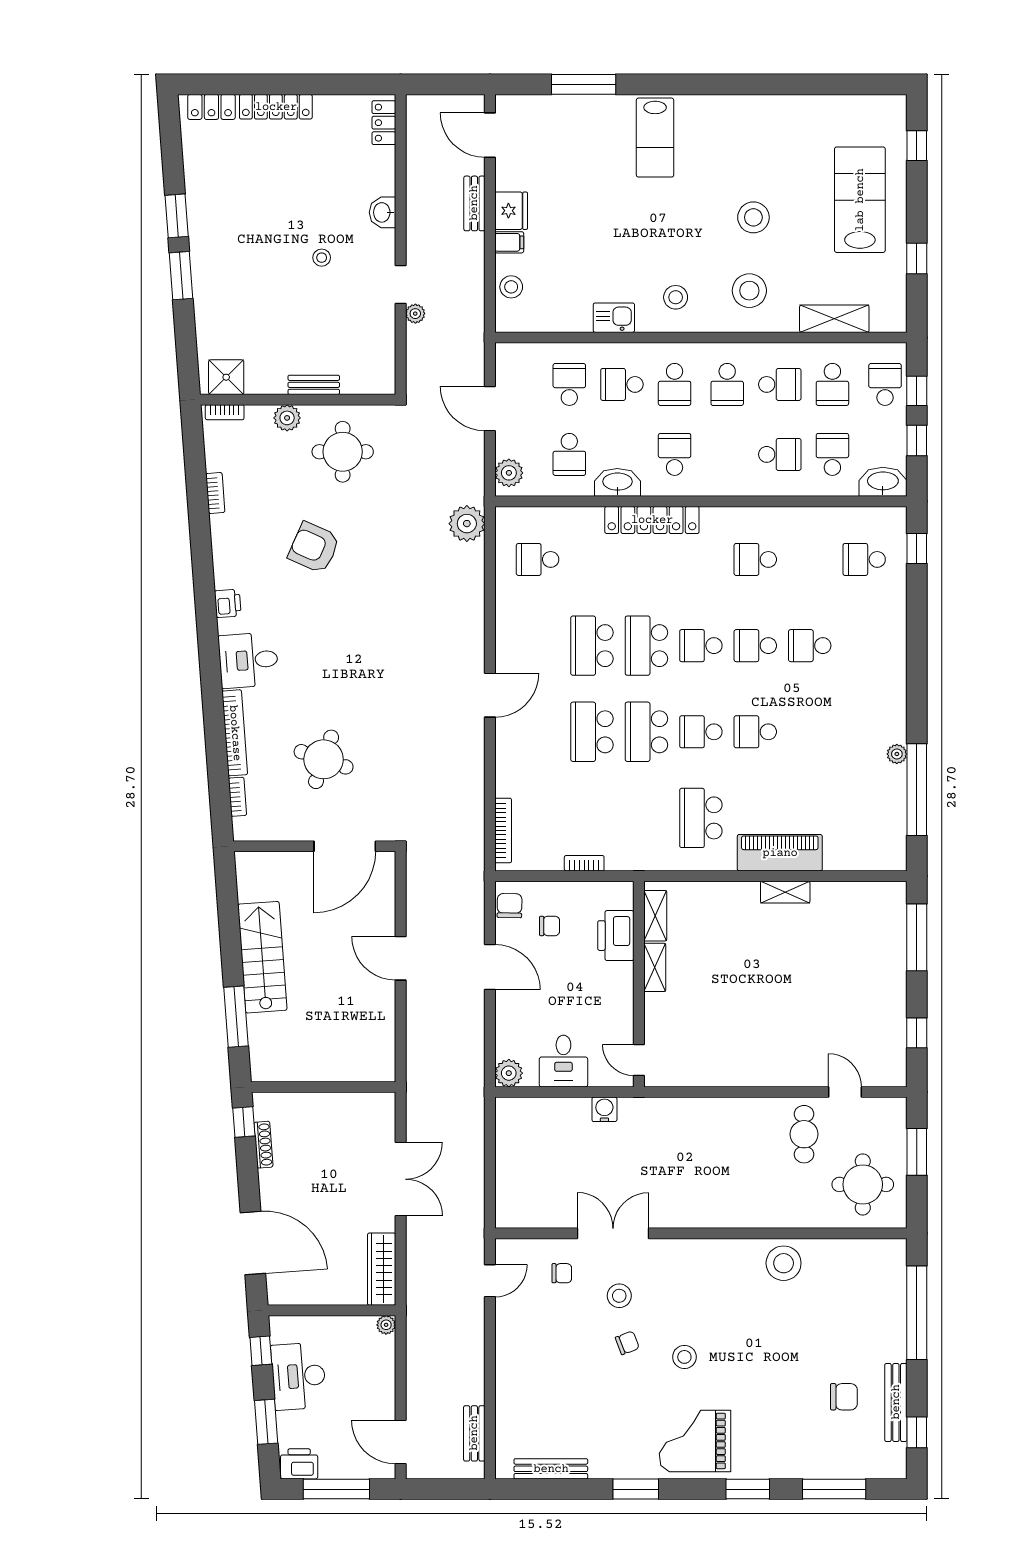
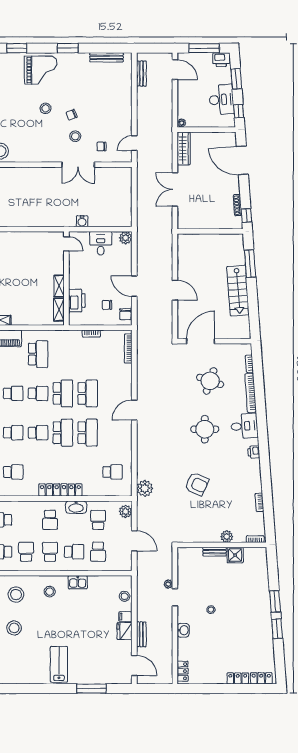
locker: (276, 107) -> (238, 678), width x0.66
shower: (226, 377) -> (235, 555), moved
round table: (343, 452) -> (205, 429), moved
armchair: (314, 548) -> (197, 484), moved

